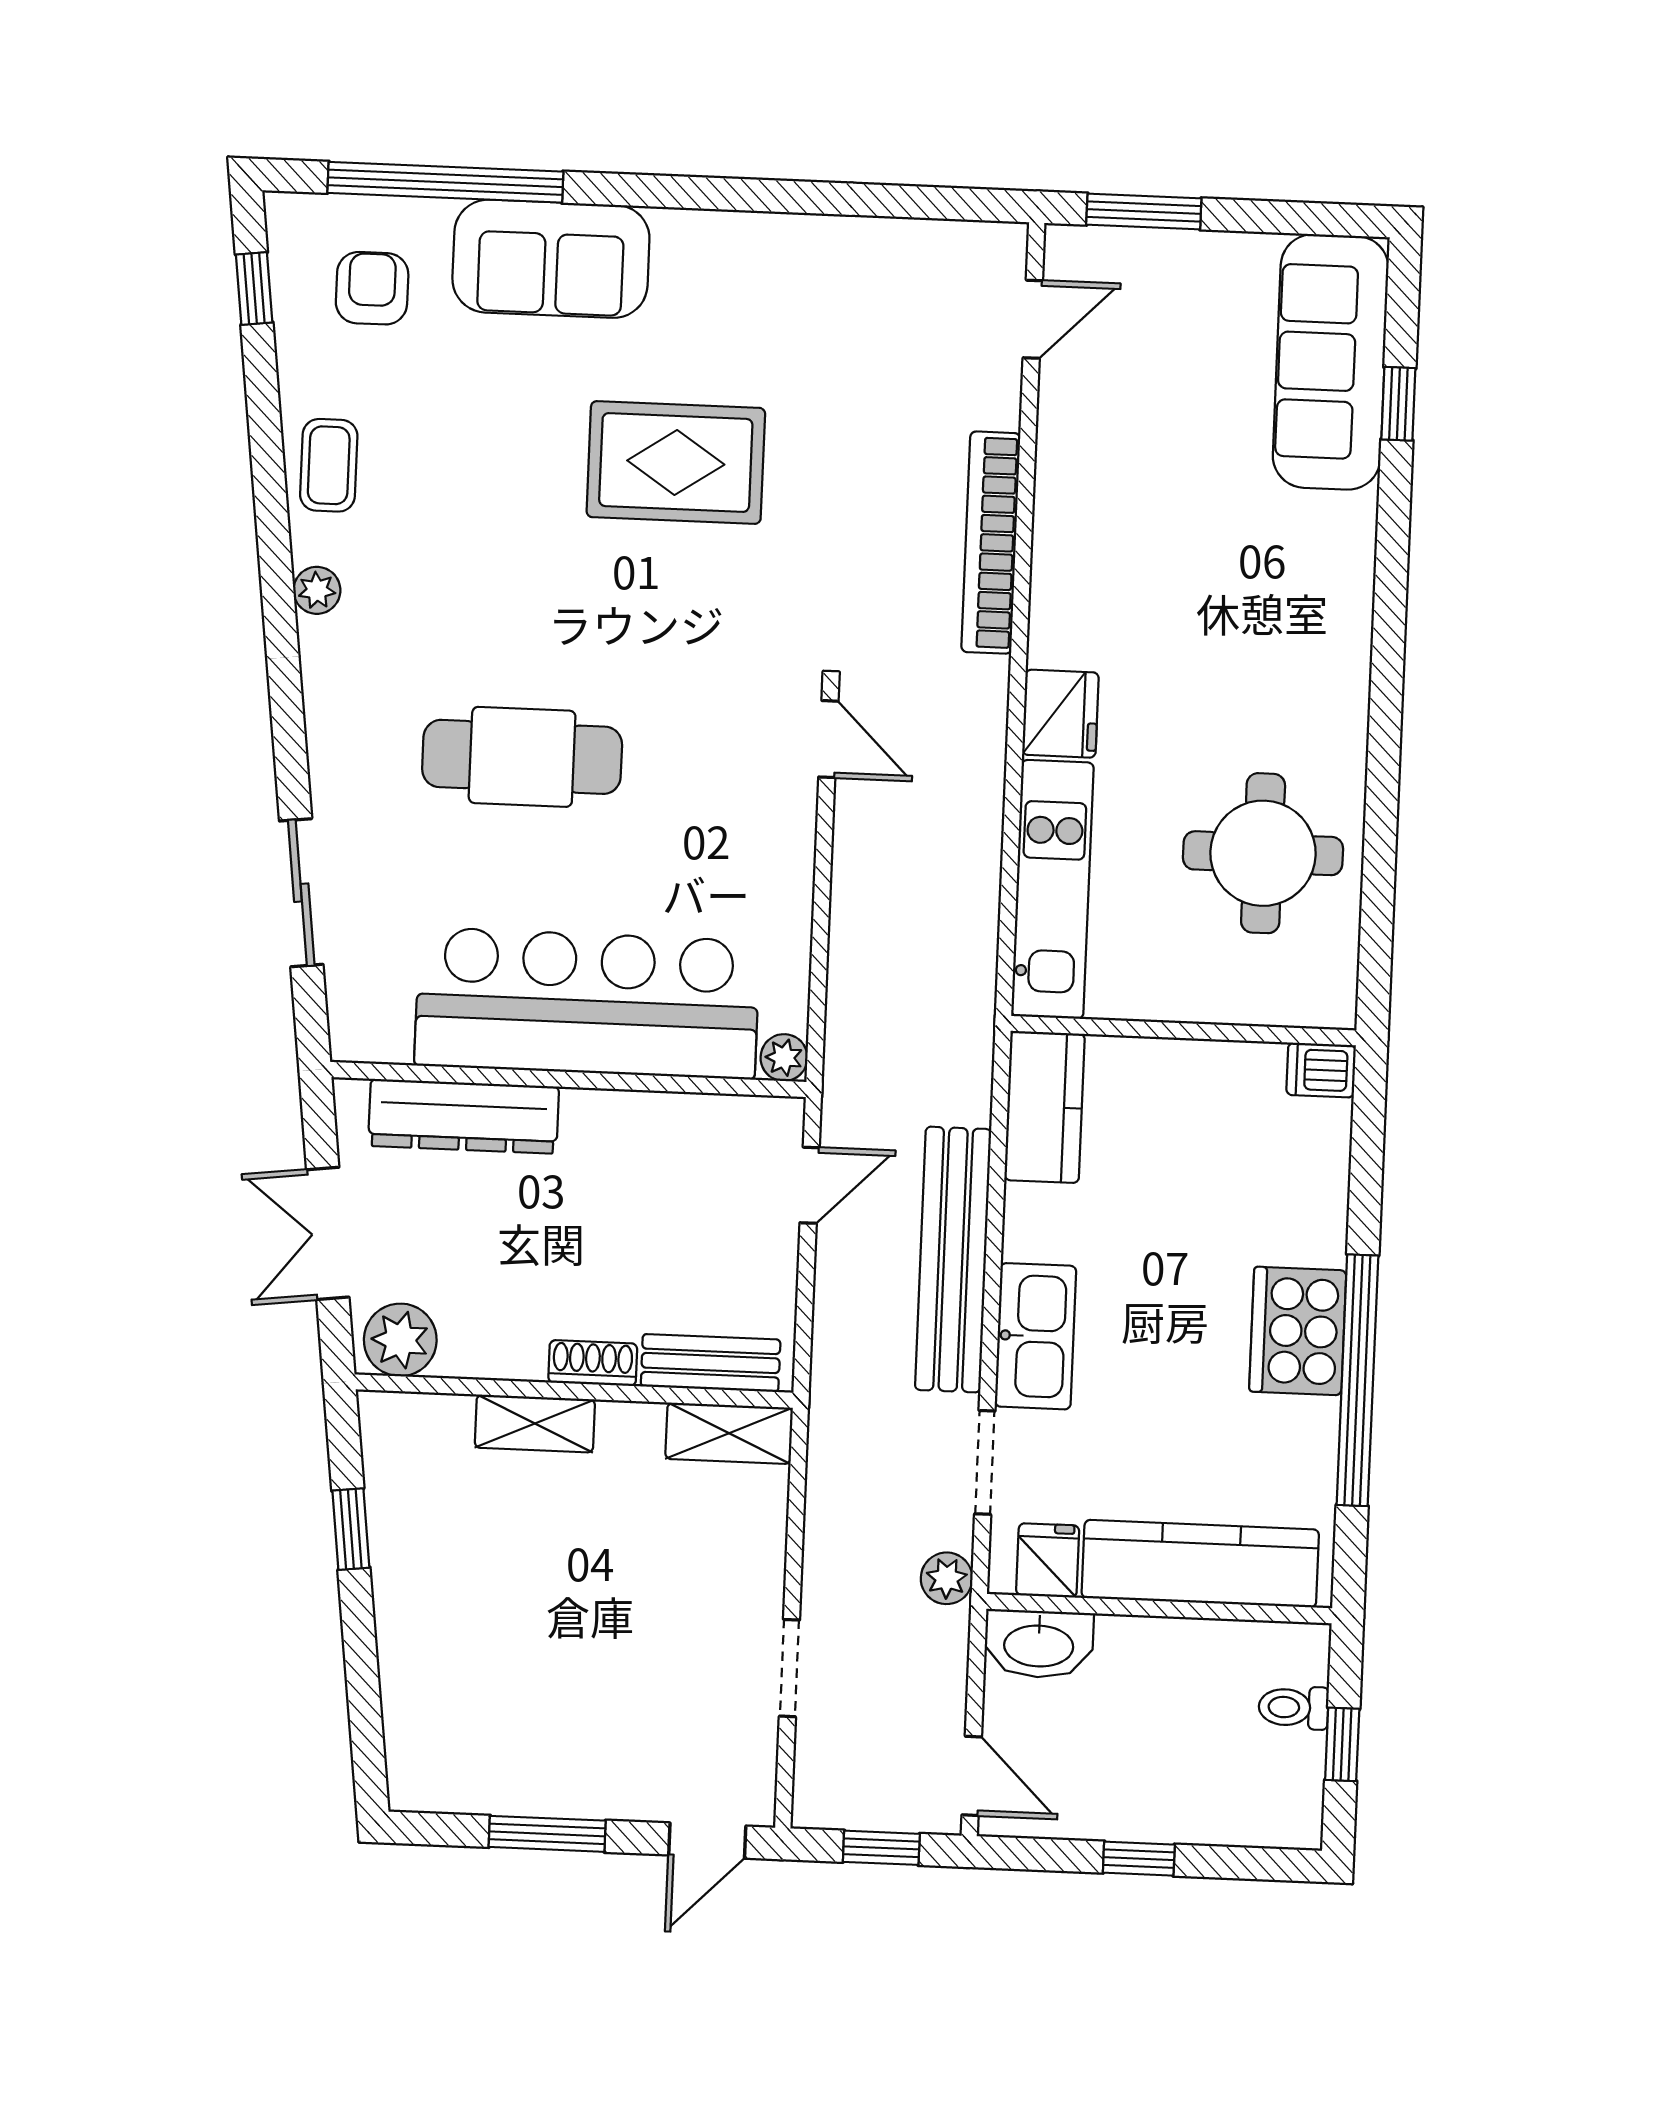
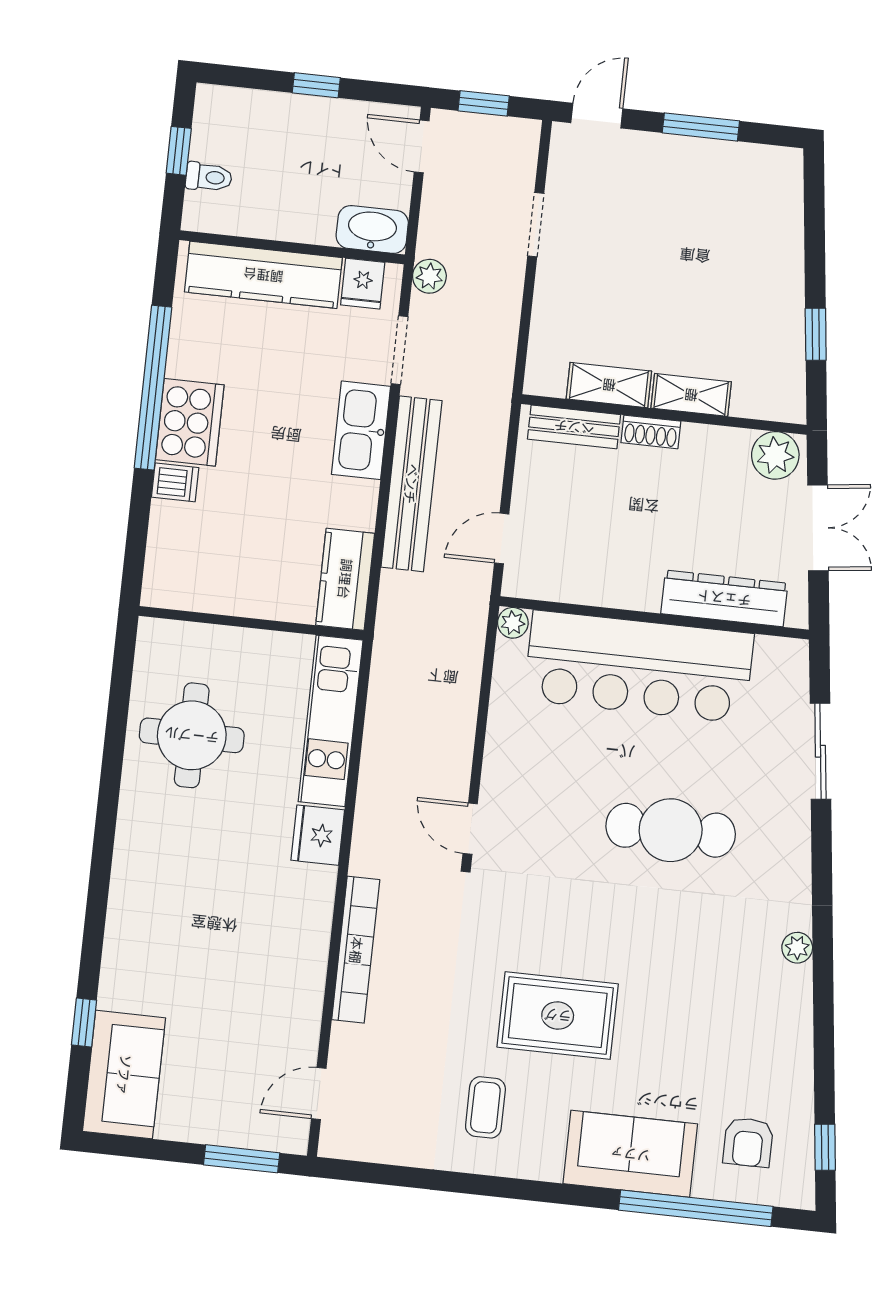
sofa: (1331, 362) -> (124, 1075), width x0.73
coffee table: (329, 465) -> (485, 1107), moved
dishwasher: (1321, 1070) -> (175, 482), moved
shelving: (729, 1433) -> (609, 385), moved

